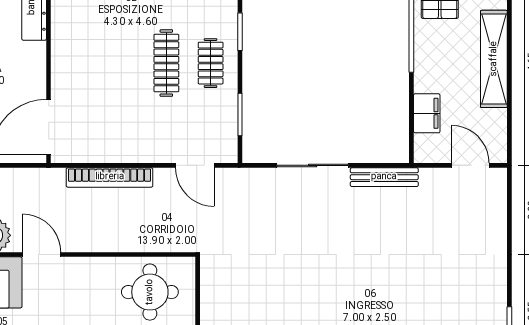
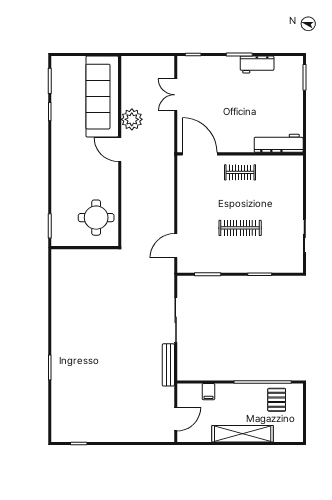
clothes rail: (211, 63) -> (240, 172), moved
filing cabinet: (427, 113) -> (208, 392), width x0.50
bookcase: (110, 177) -> (168, 192), removed
door: (42, 255) -> (120, 150), swing flipped

